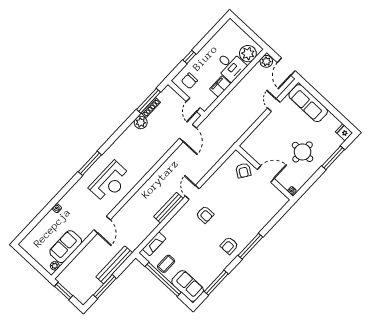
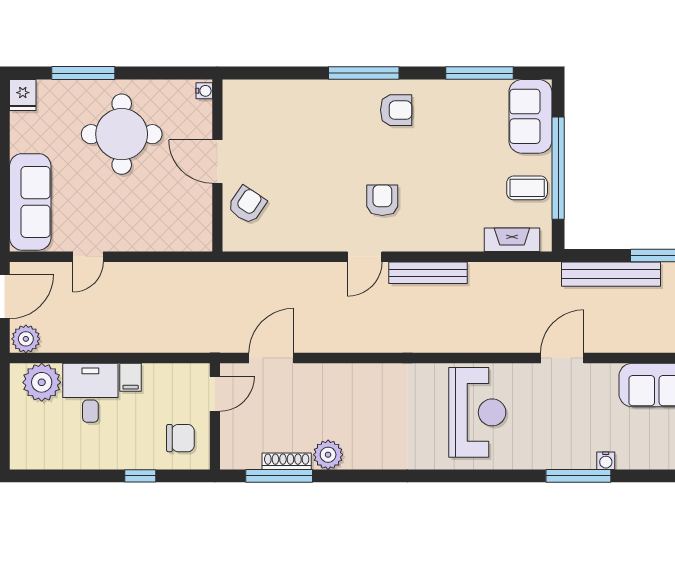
filing cabinet: (220, 86) -> (131, 377), width x0.50
round table: (303, 152) -> (122, 134), width x1.36, depth x1.36
window: (90, 163) -> (578, 476), moved
reception desk: (110, 182) -> (477, 412), turned 90

